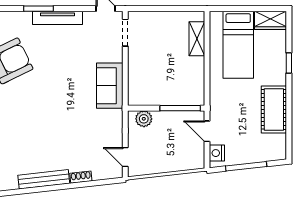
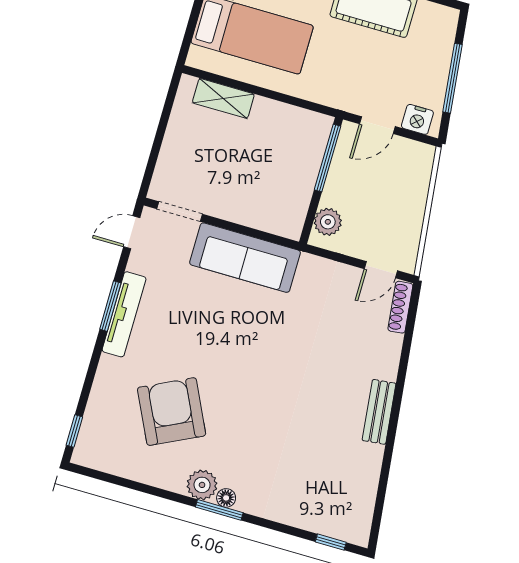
window: (38, 9) -> (110, 306), moved
sofa: (110, 86) -> (245, 258), width x1.36
shoe rack: (81, 177) -> (400, 307), moved, width x1.43
bench: (44, 179) -> (379, 412), width x0.73

